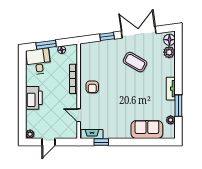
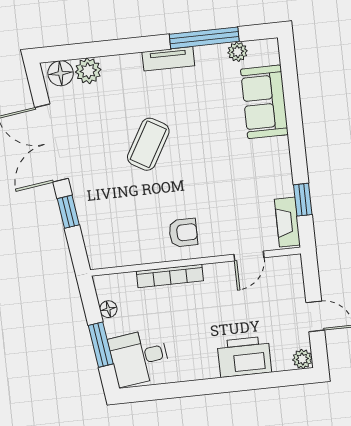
coffee table: (135, 62) -> (148, 144), moved
printer: (34, 98) -> (244, 357), moved
window: (178, 106) -> (204, 38), width x1.44

